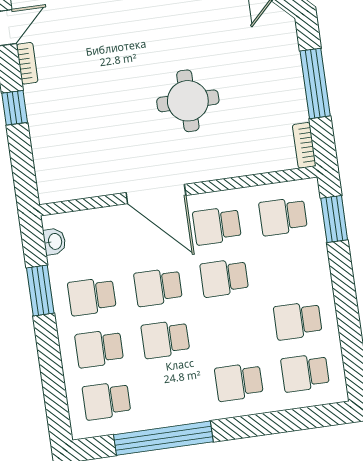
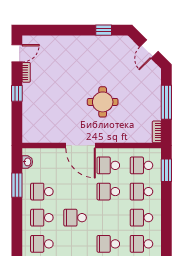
school desk: (158, 287) -> (142, 192), moved

